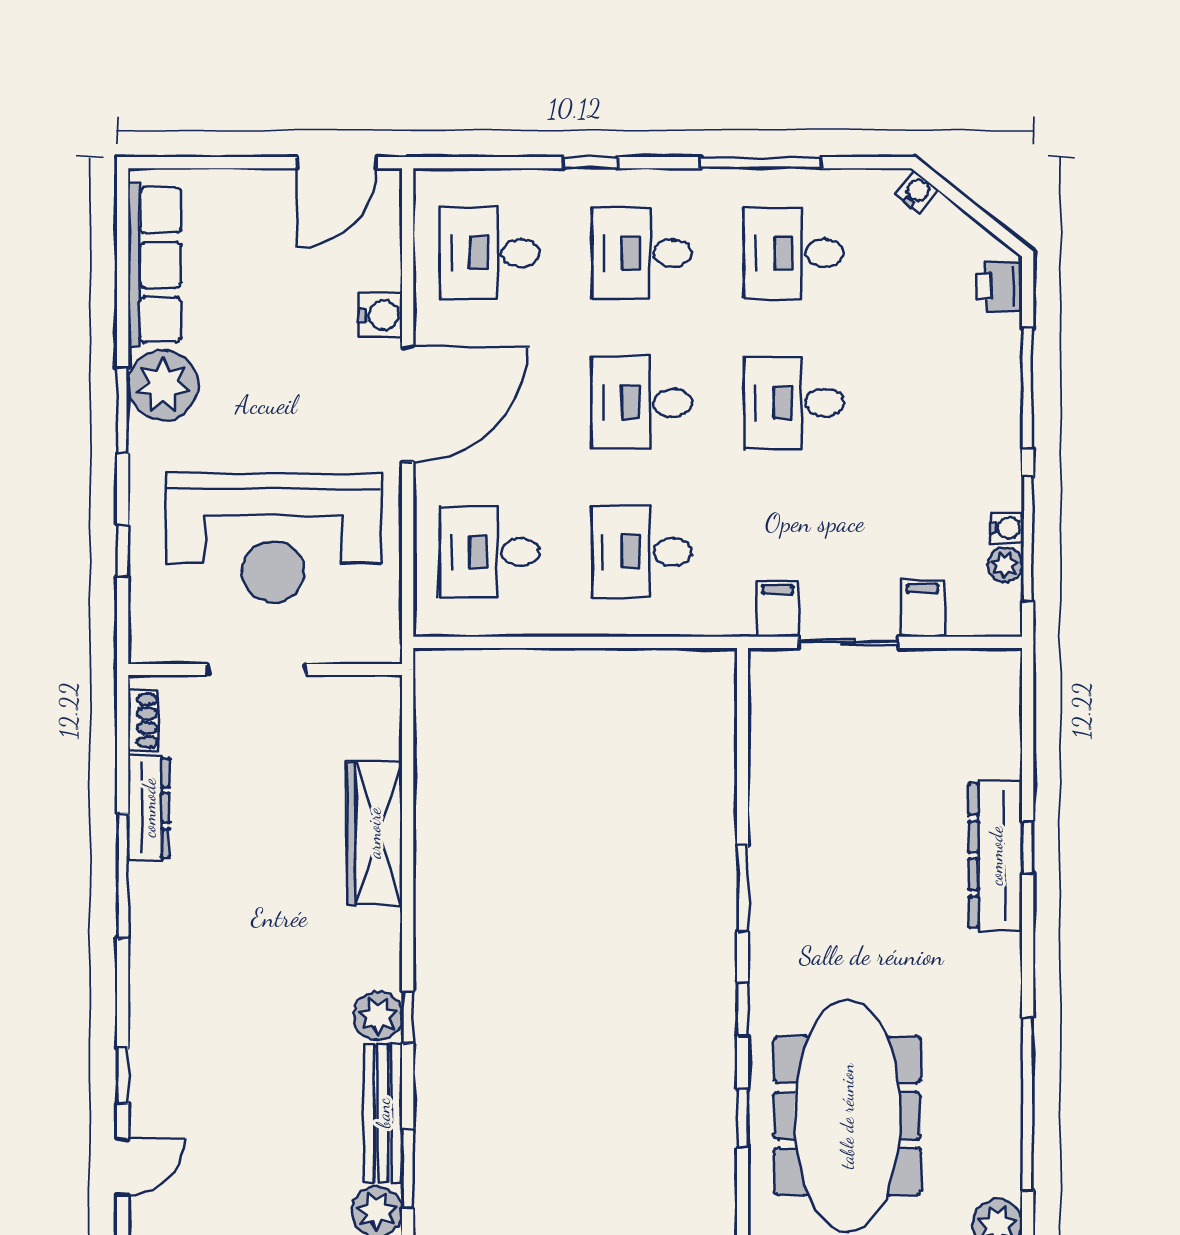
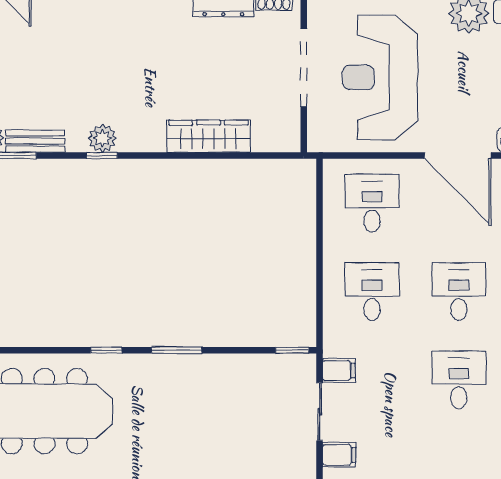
doorway: (256, 670) -> (304, 68), width x1.36
bench: (383, 1113) -> (35, 141), width x0.73
window: (743, 1118) -> (292, 350), moved

